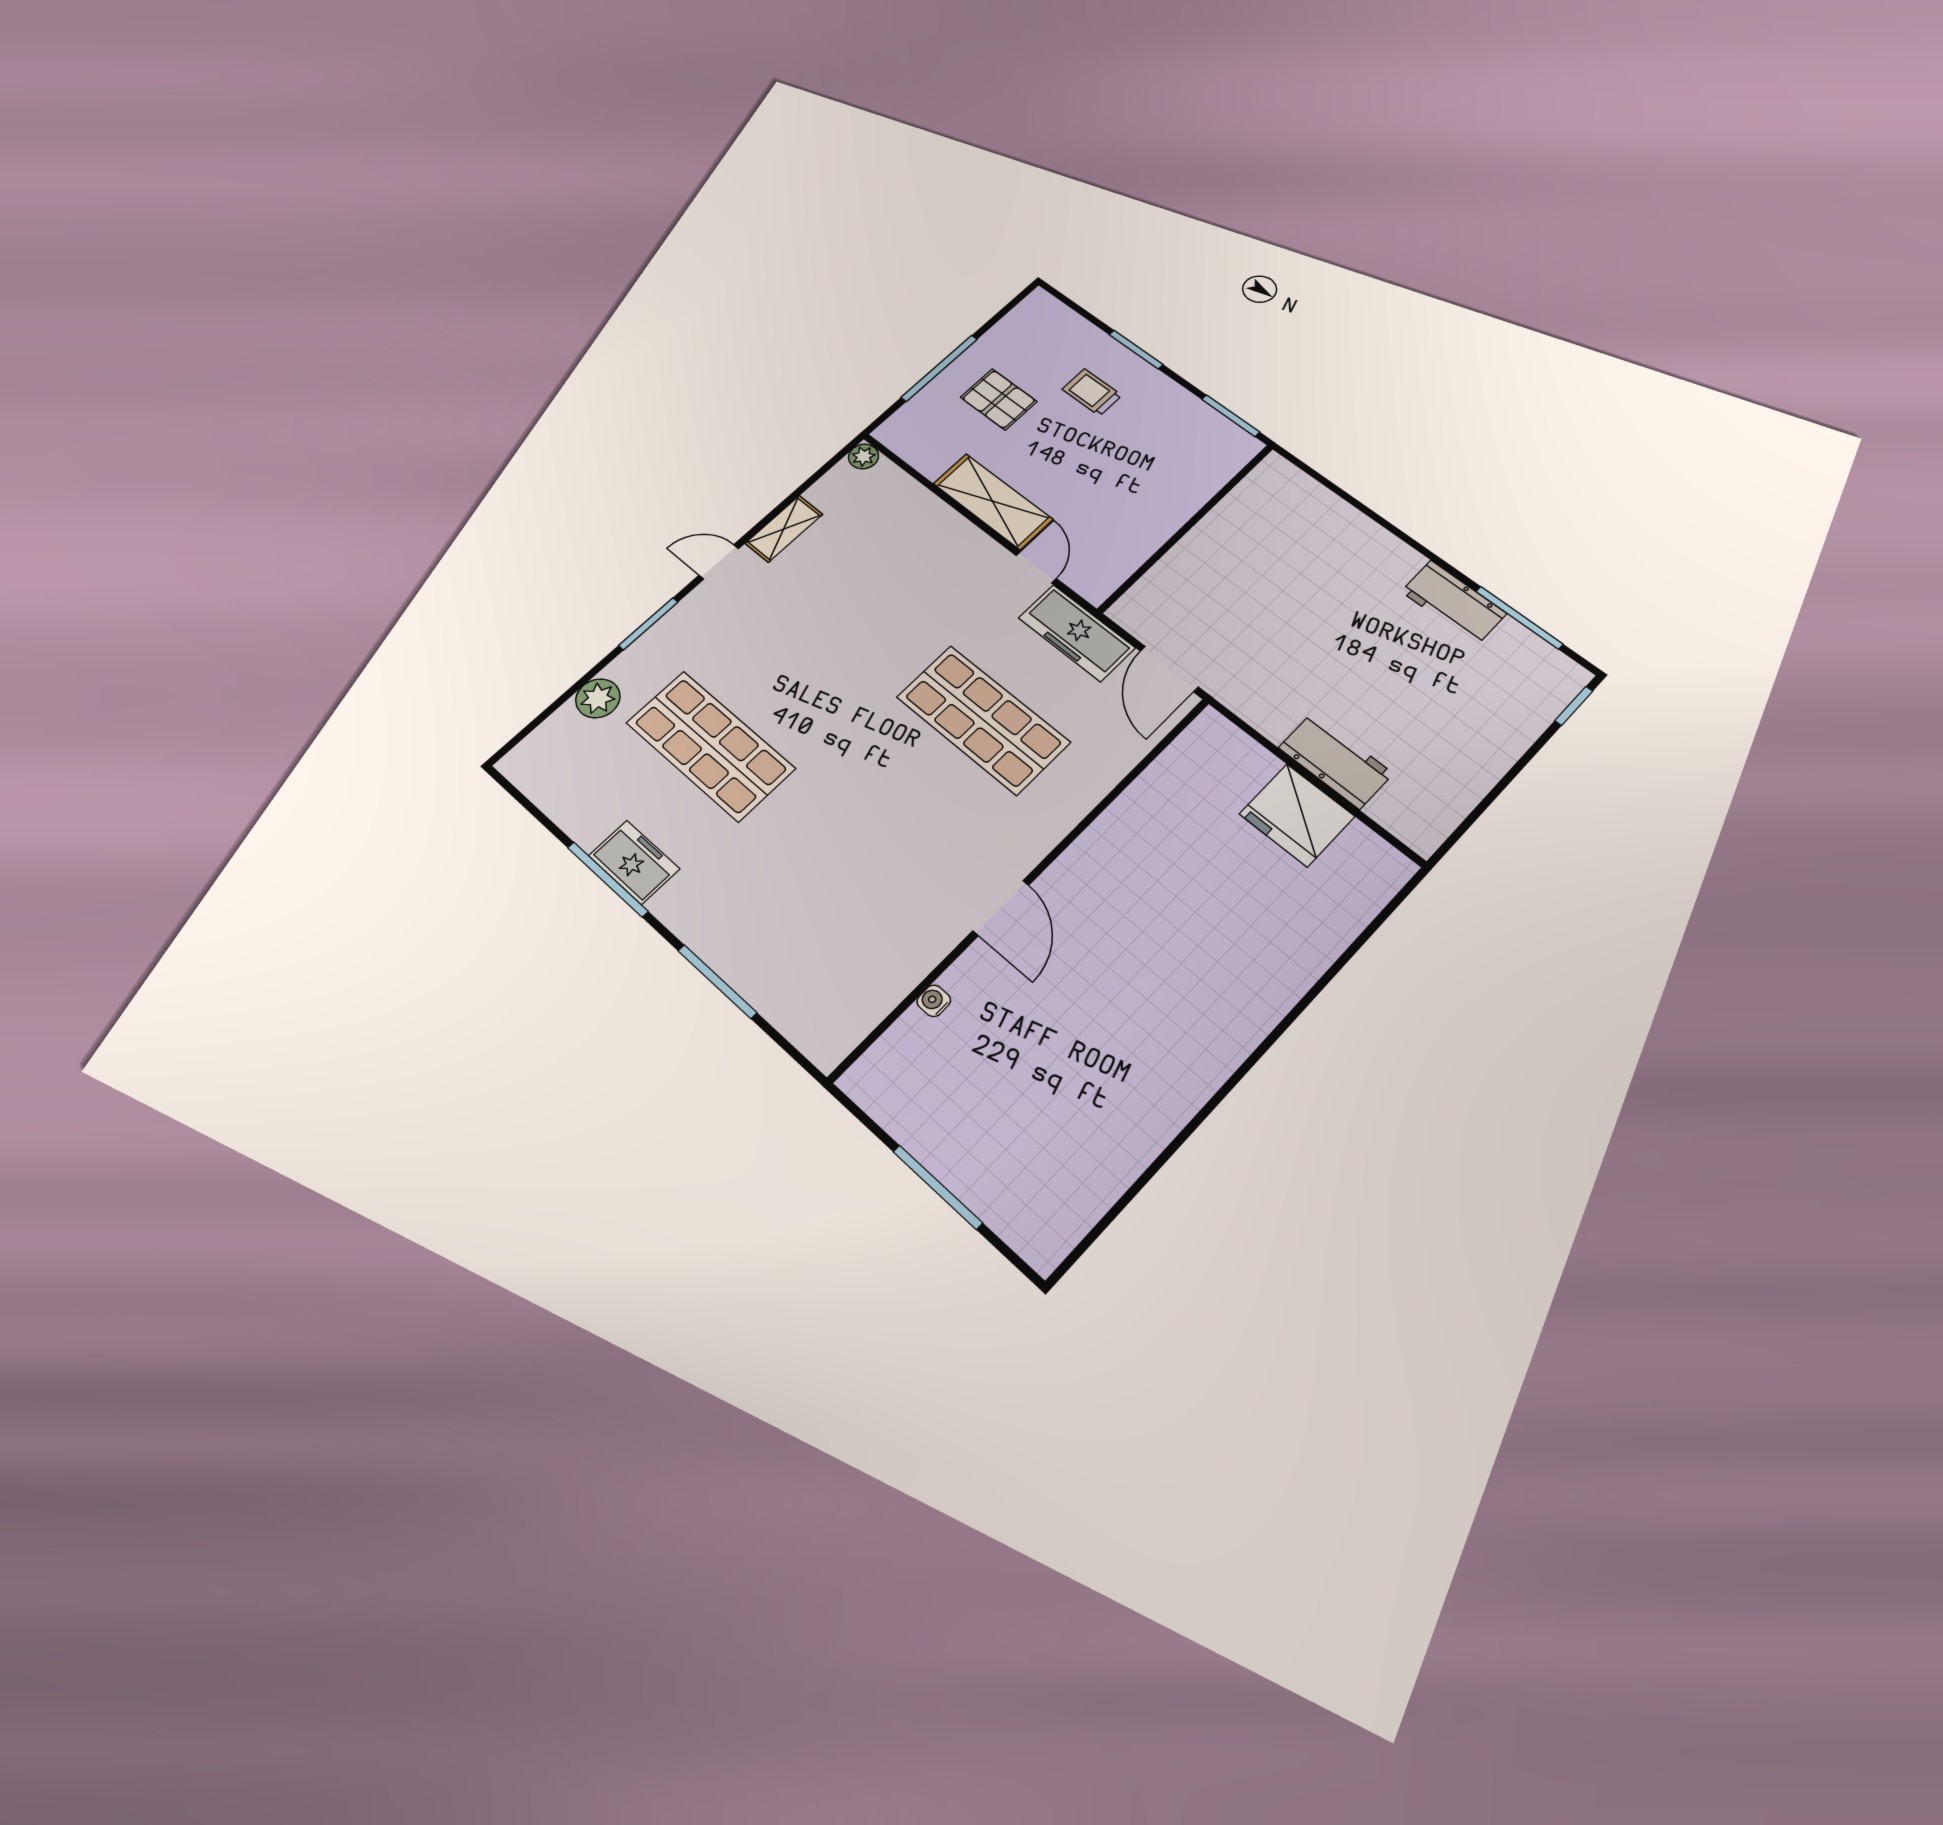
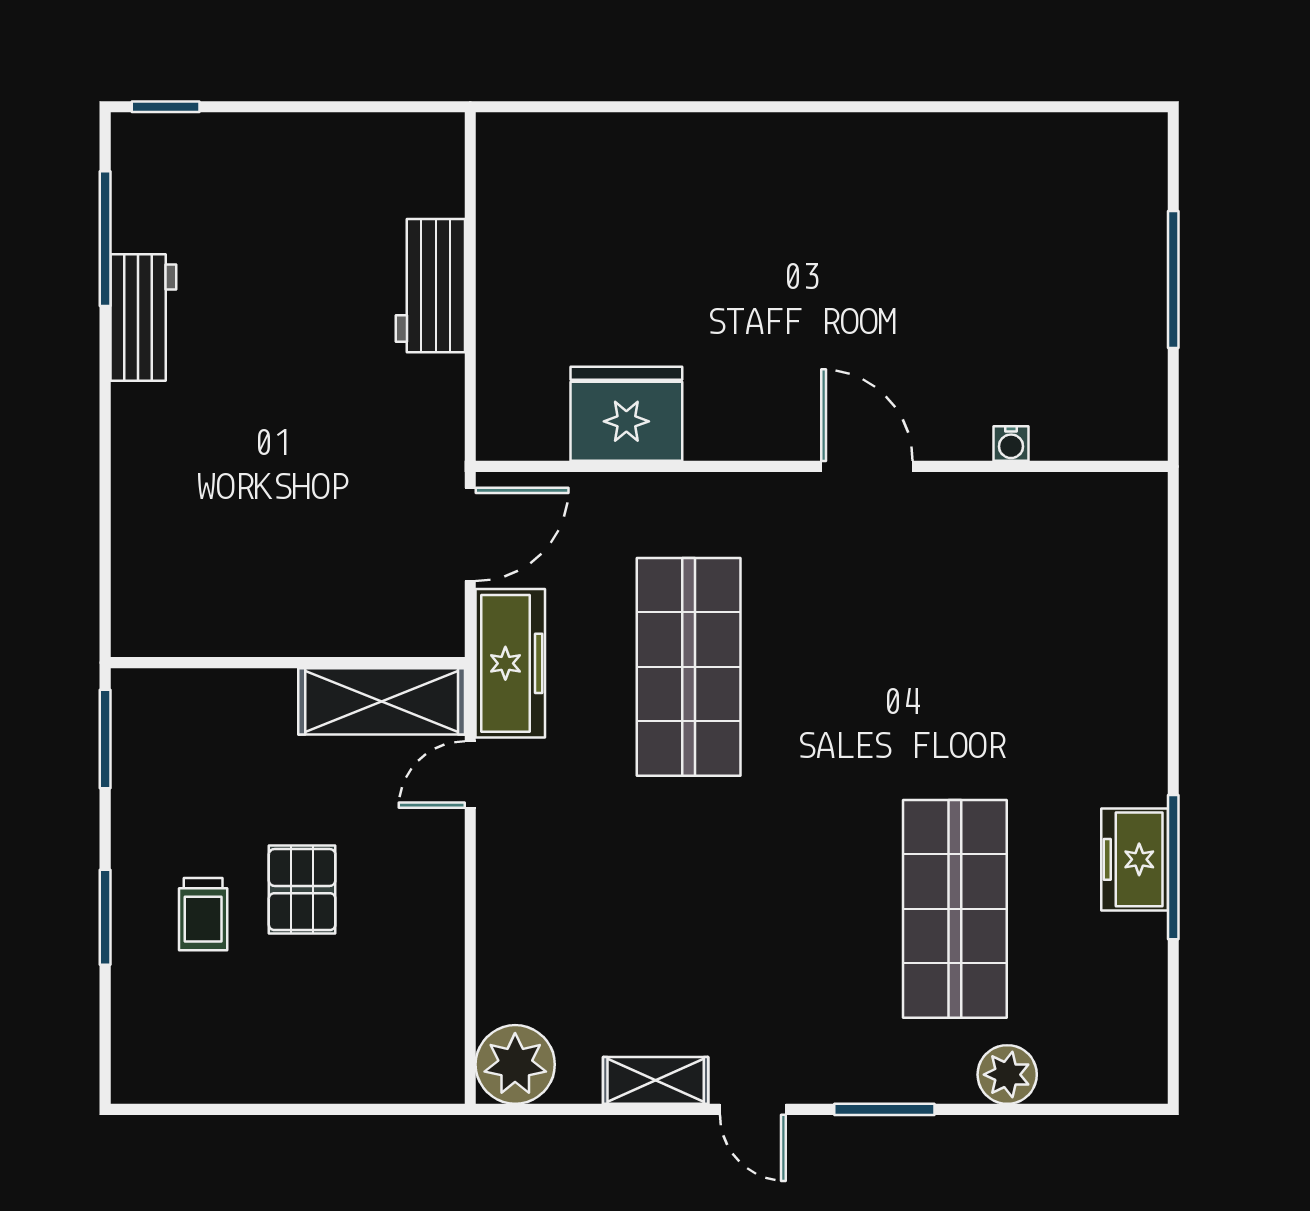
window: (939, 368) -> (315, 1109), removed
pallet: (999, 399) -> (302, 890), moved
plant: (864, 456) -> (515, 1064), width x1.88, depth x1.88
shelving: (993, 501) -> (382, 701), moved, turned 90
fridge: (1297, 815) -> (626, 414), moved, turned -90
door: (1001, 908) -> (867, 466), hinge flipped
window: (717, 982) -> (1173, 661), removed

